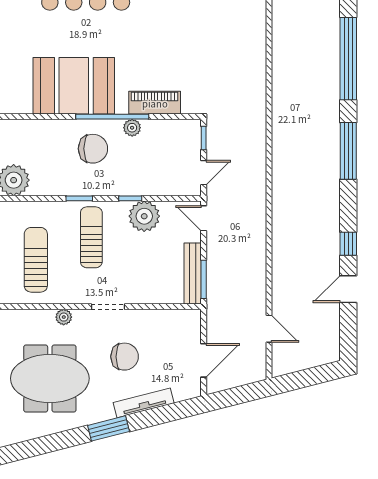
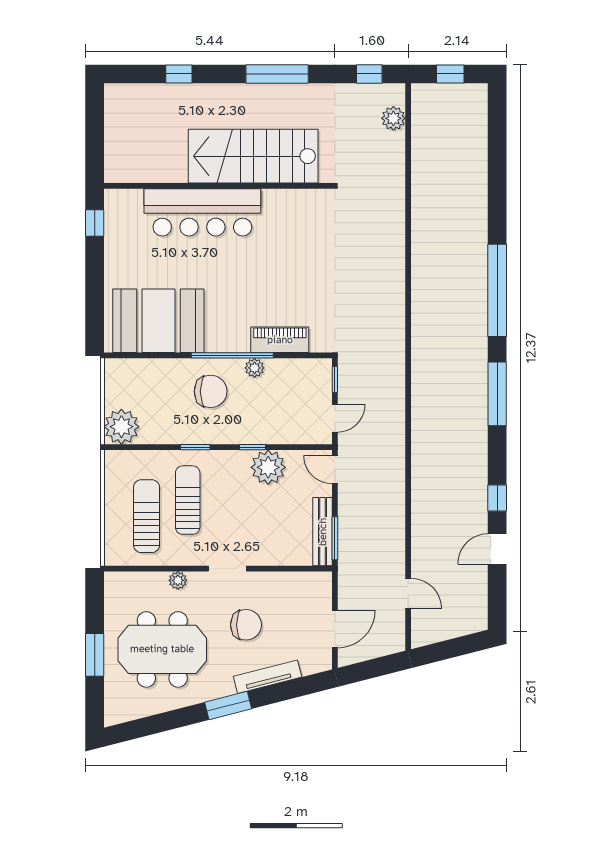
booth: (74, 86) -> (158, 321), moved
sun lounger: (91, 237) -> (188, 500), moved

